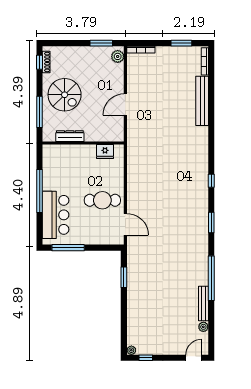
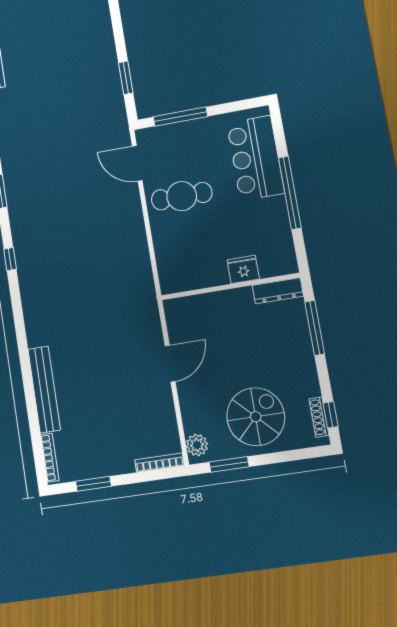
spiral stairs: (65, 95) -> (256, 417), moved, turned 90
dresser: (70, 136) -> (278, 291), moved
fridge: (105, 152) -> (243, 269), moved
window: (68, 248) -> (180, 117), moved

